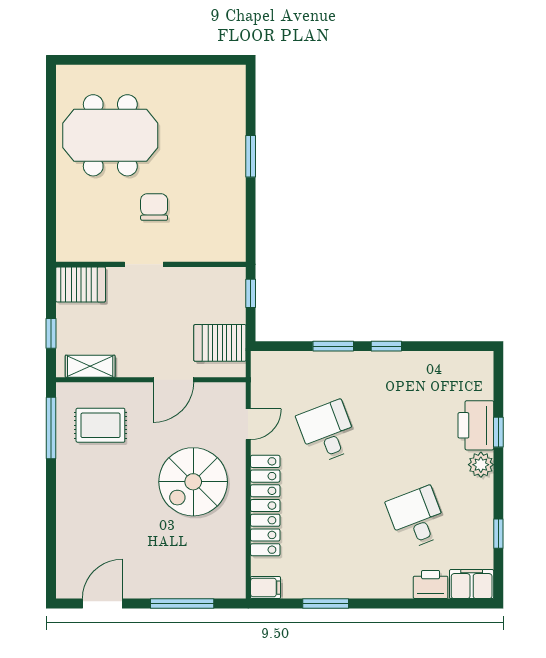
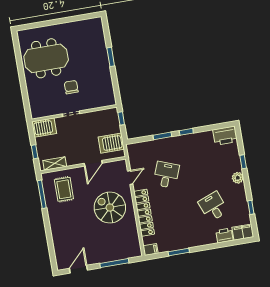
rug: (100, 425) -> (64, 189), turned 90
printer: (476, 425) -> (225, 136), moved, turned -90
desk: (327, 432) -> (166, 175), turned 42
spiral stairs: (193, 482) -> (110, 208), turned 90

